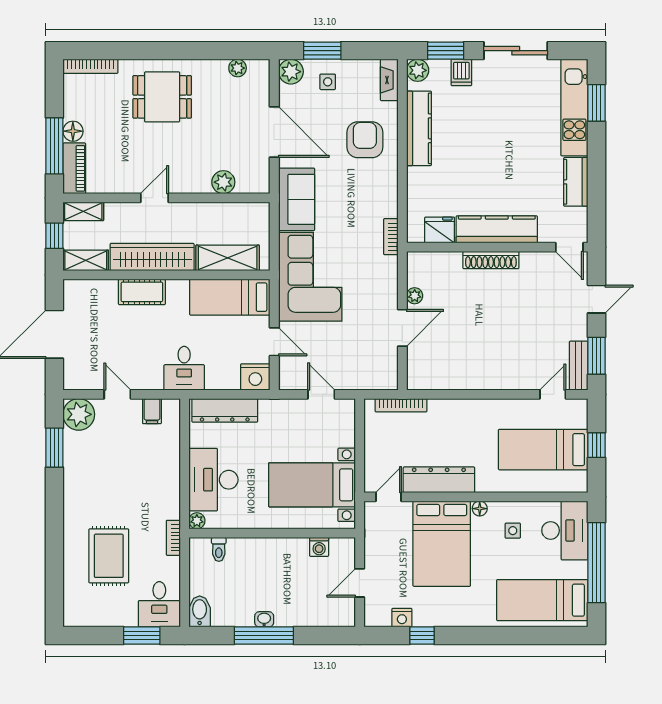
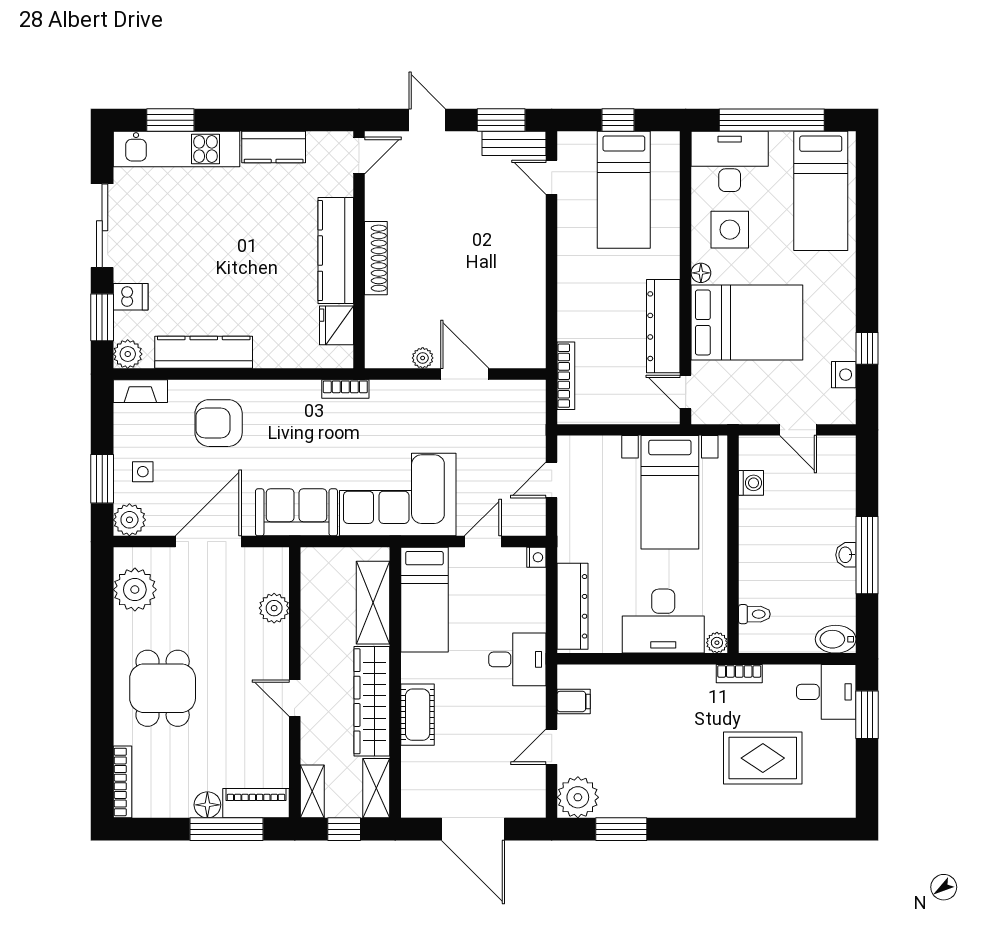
plant: (238, 68) -> (135, 590), width x1.88, depth x1.88
nightstand: (255, 377) -> (536, 557), width x0.53, depth x0.56
side table: (513, 531) -> (730, 230), width x1.87, depth x1.87

